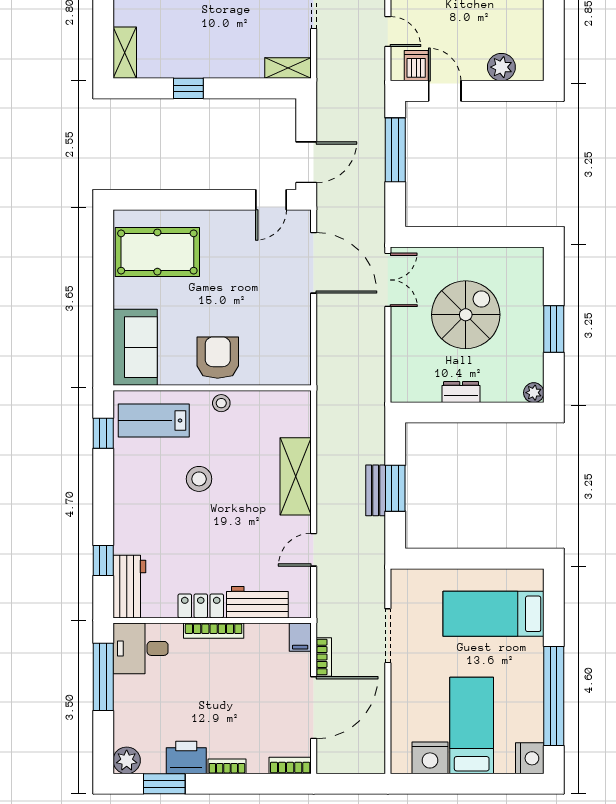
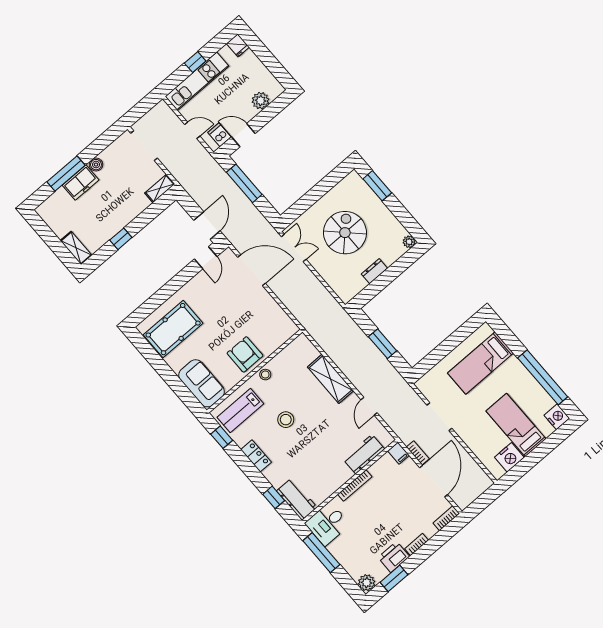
window: (554, 329) -> (377, 186), moved
bench: (376, 490) -> (374, 353), removed
locker: (201, 606) -> (256, 456), moved, turned 90

